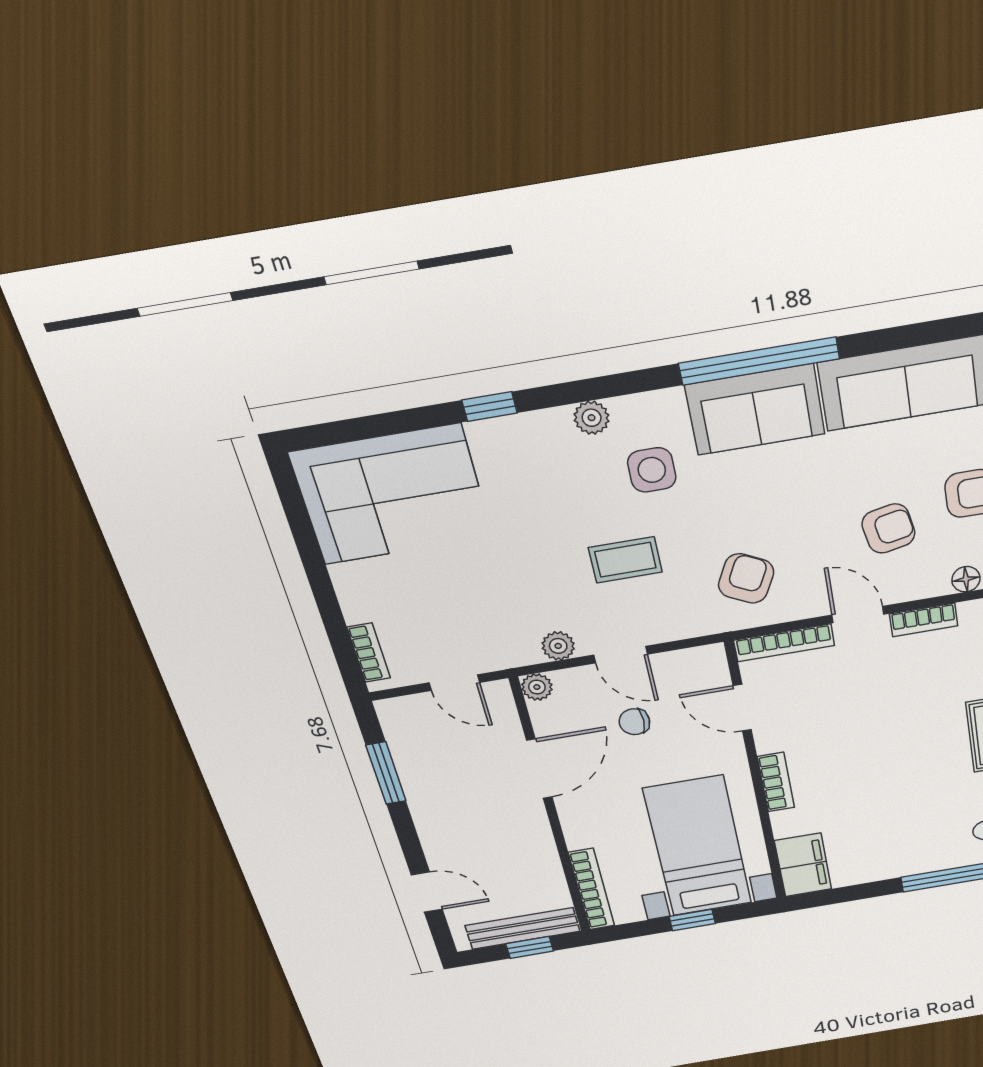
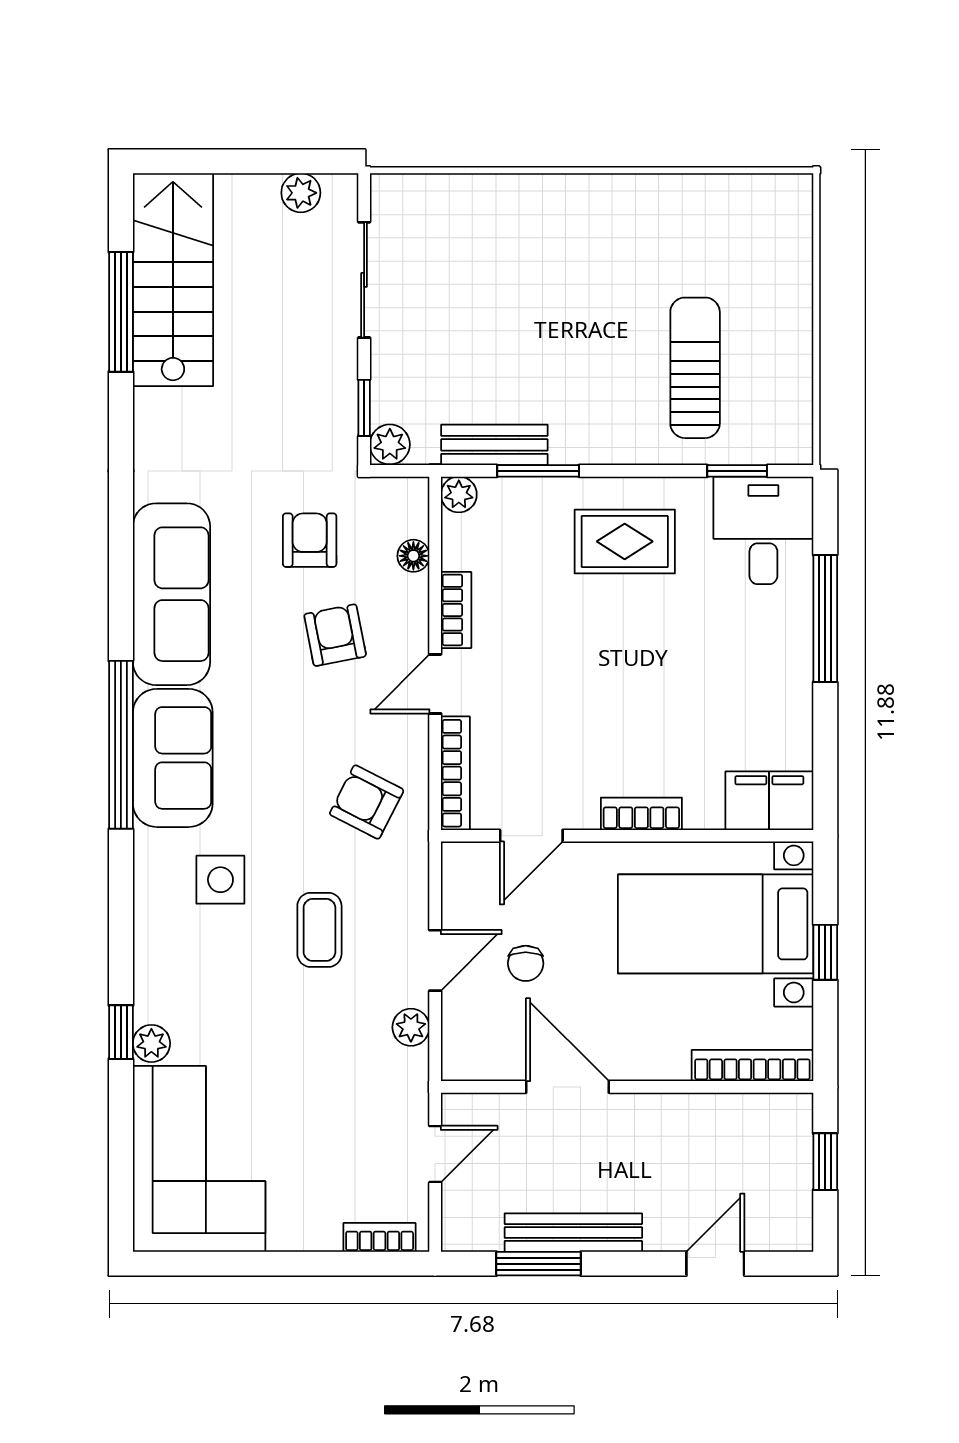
plant: (592, 418) -> (151, 1043), moved
plant: (537, 687) -> (459, 1063), removed
bench: (523, 928) -> (573, 1233), moved, turned 90

